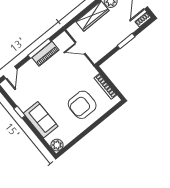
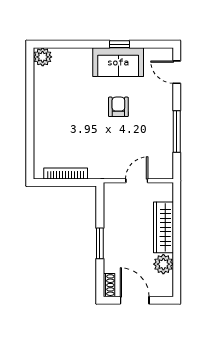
piano: (45, 54) -> (164, 133), removed
armchair: (82, 105) -> (118, 107), moved, width x0.53, depth x0.53
sofa: (41, 120) -> (118, 62), moved

